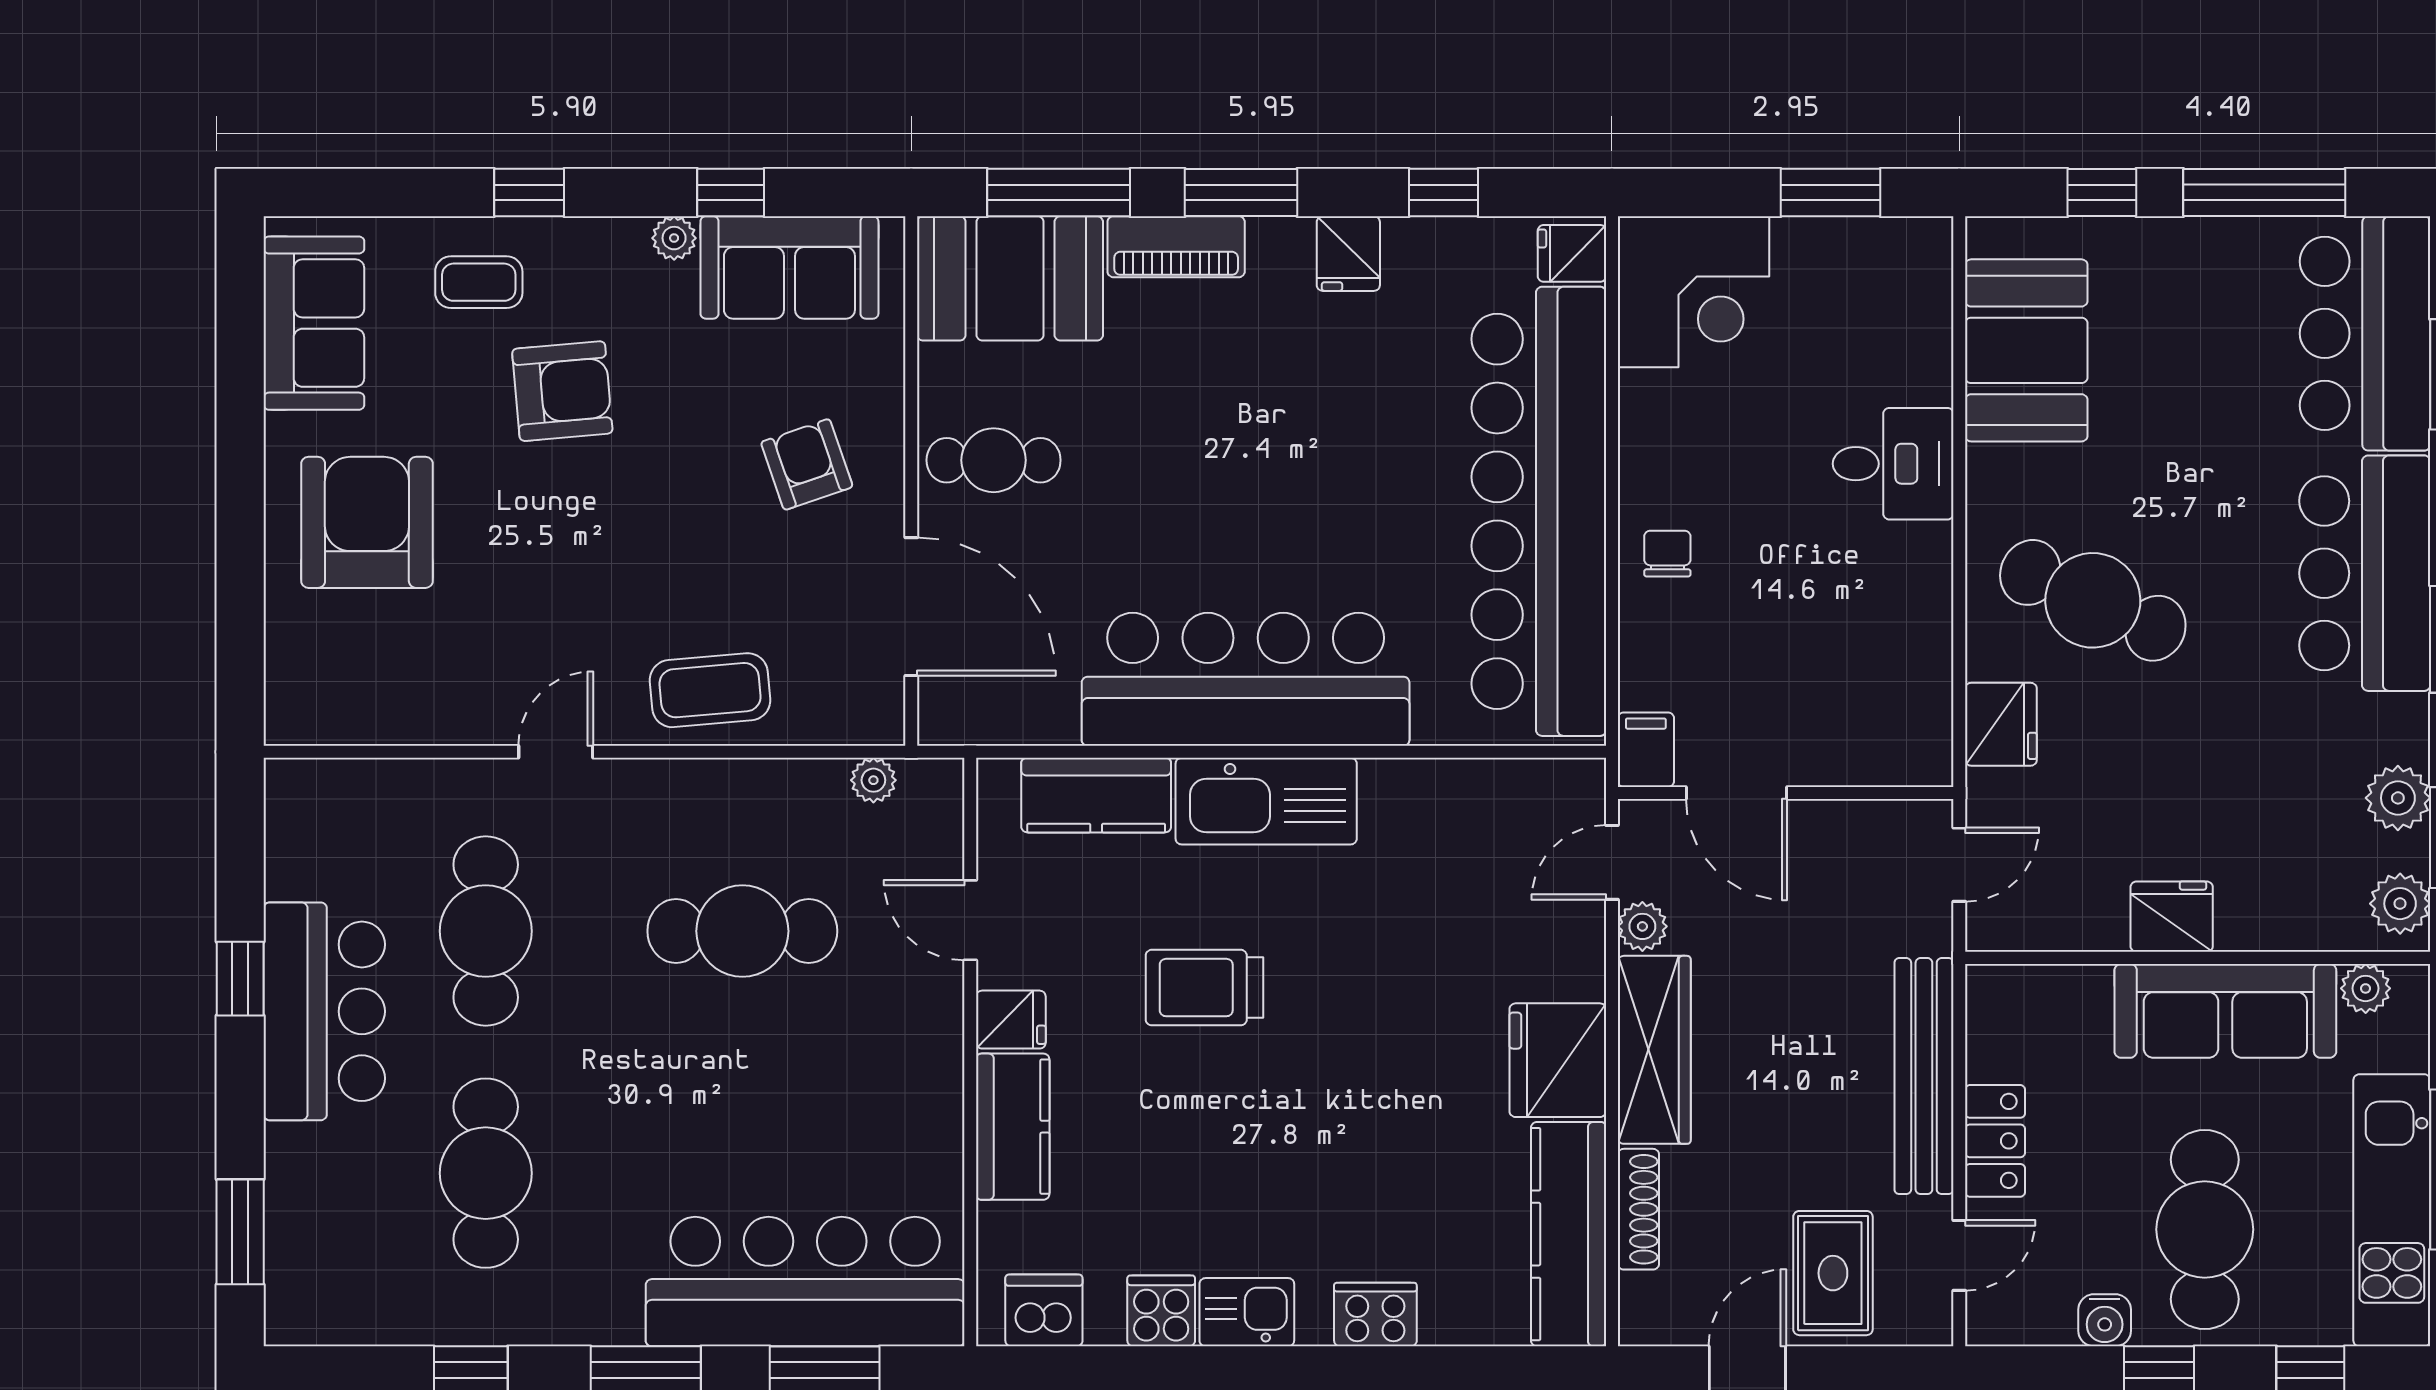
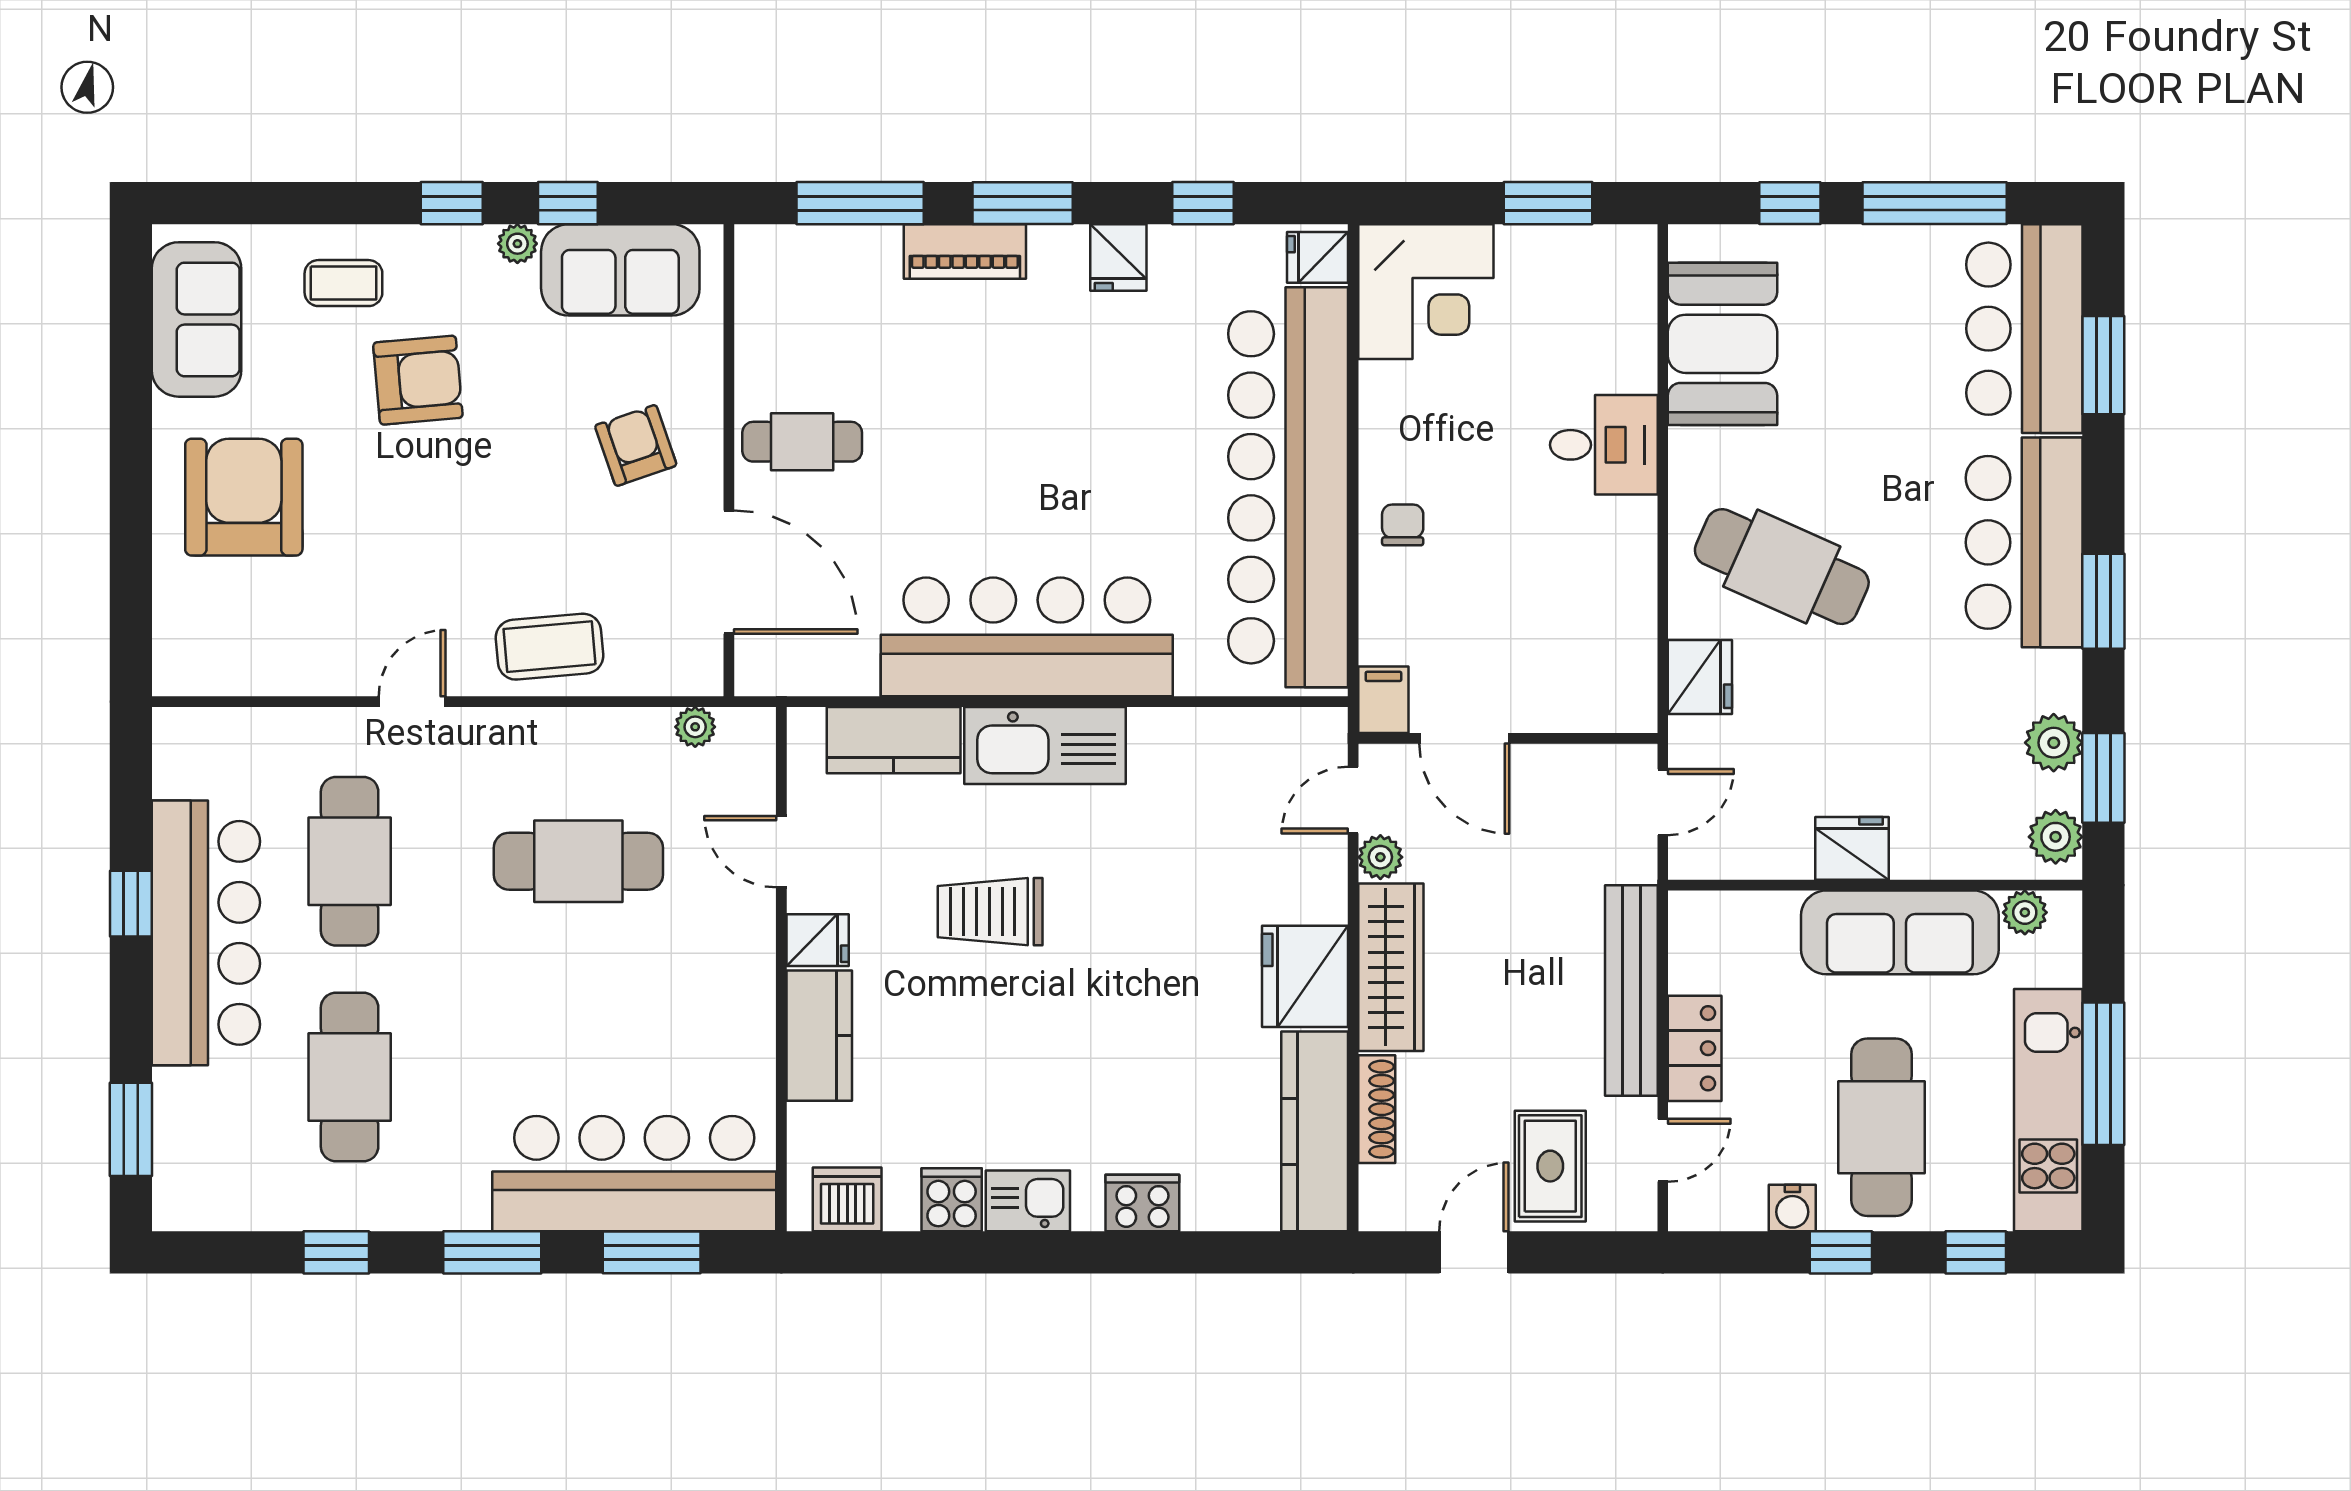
window: (529, 193) -> (452, 203), moved
booth: (1010, 278) -> (817, 280), removed
bar counter: (324, 1011) -> (206, 933), width x1.36

